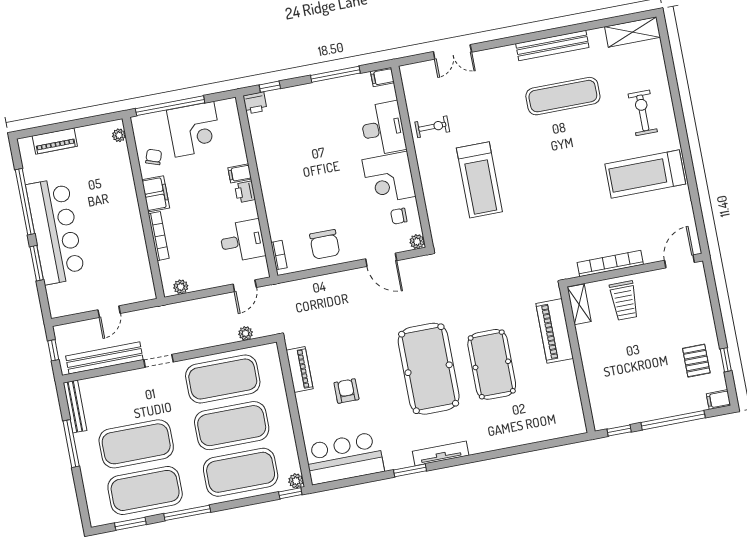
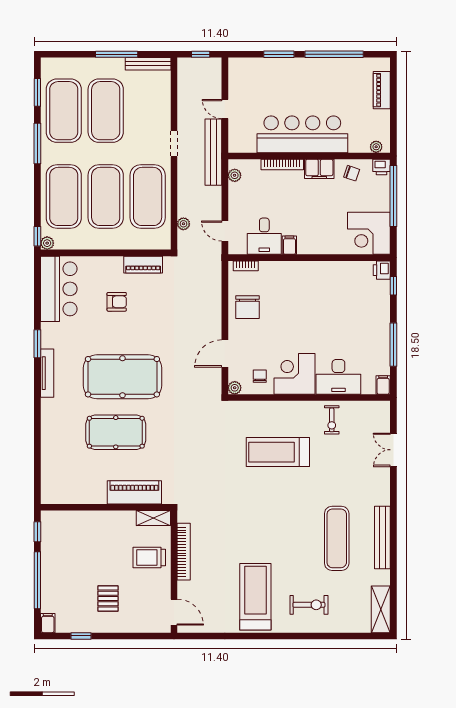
corner desk: (194, 129) -> (369, 233), moved
filing cabinet: (240, 173) -> (289, 245), moved
printer: (245, 192) -> (382, 167), moved, turned 180
bar counter: (55, 231) -> (302, 134), moved, turned 180
chair: (325, 244) -> (248, 307), turned -90
bench: (104, 358) -> (213, 152), moved
pallet: (696, 361) -> (108, 598), moved, turned 90

